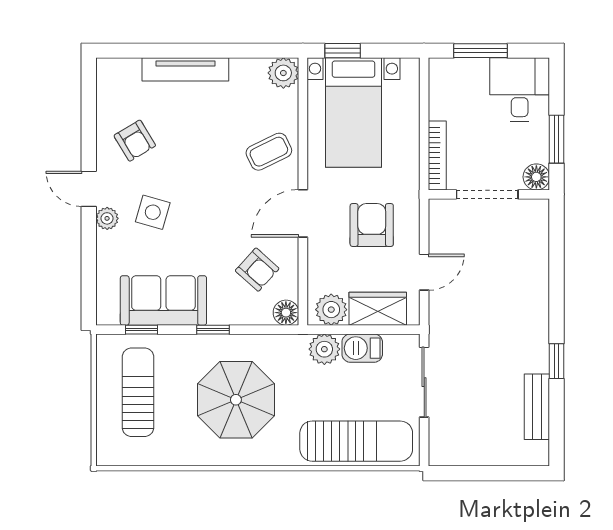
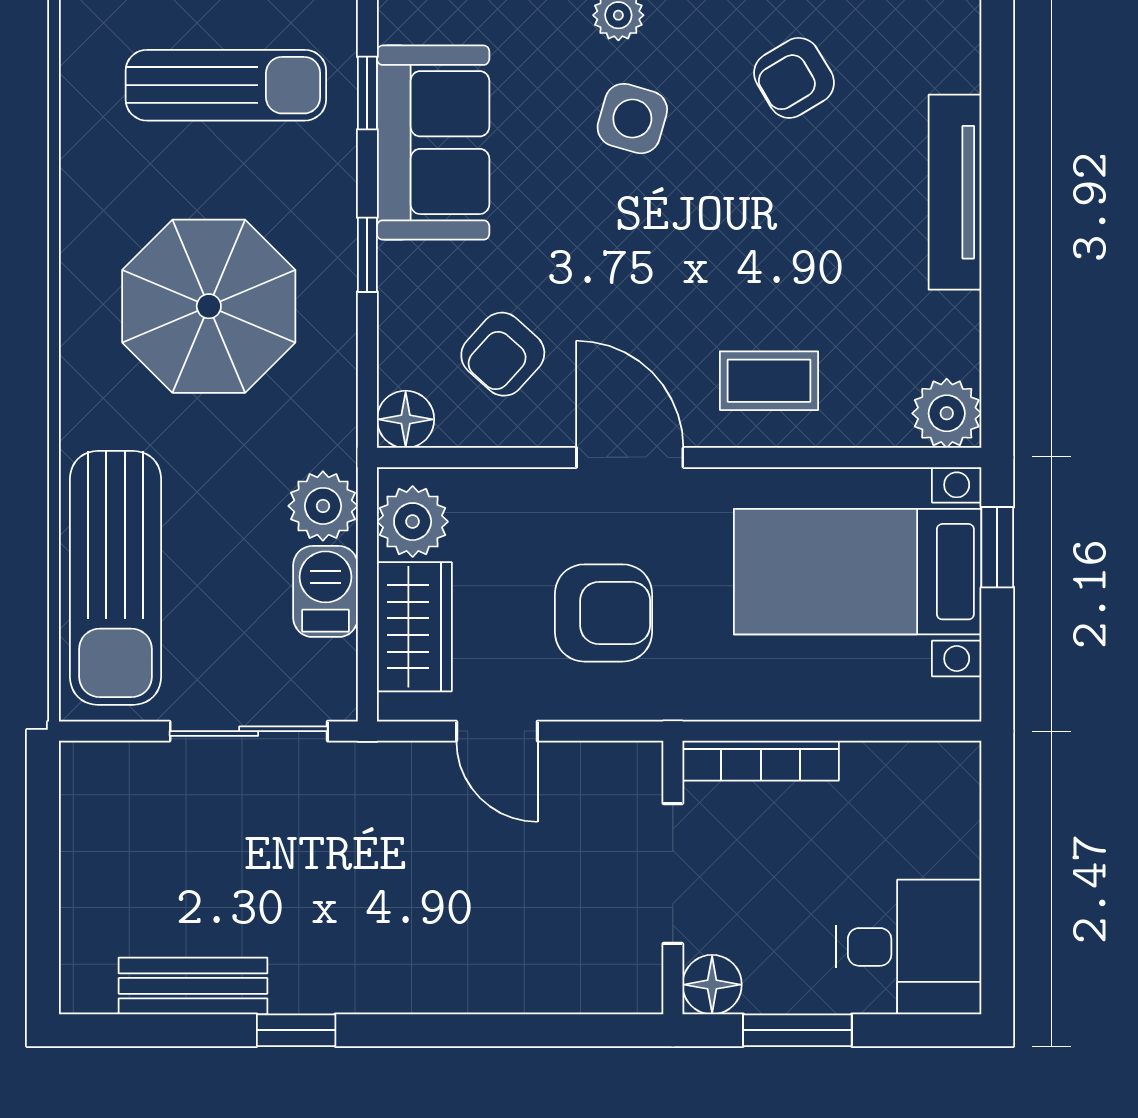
window: (480, 51) -> (997, 858), removed
coffee table: (269, 152) -> (769, 381), turned -64

